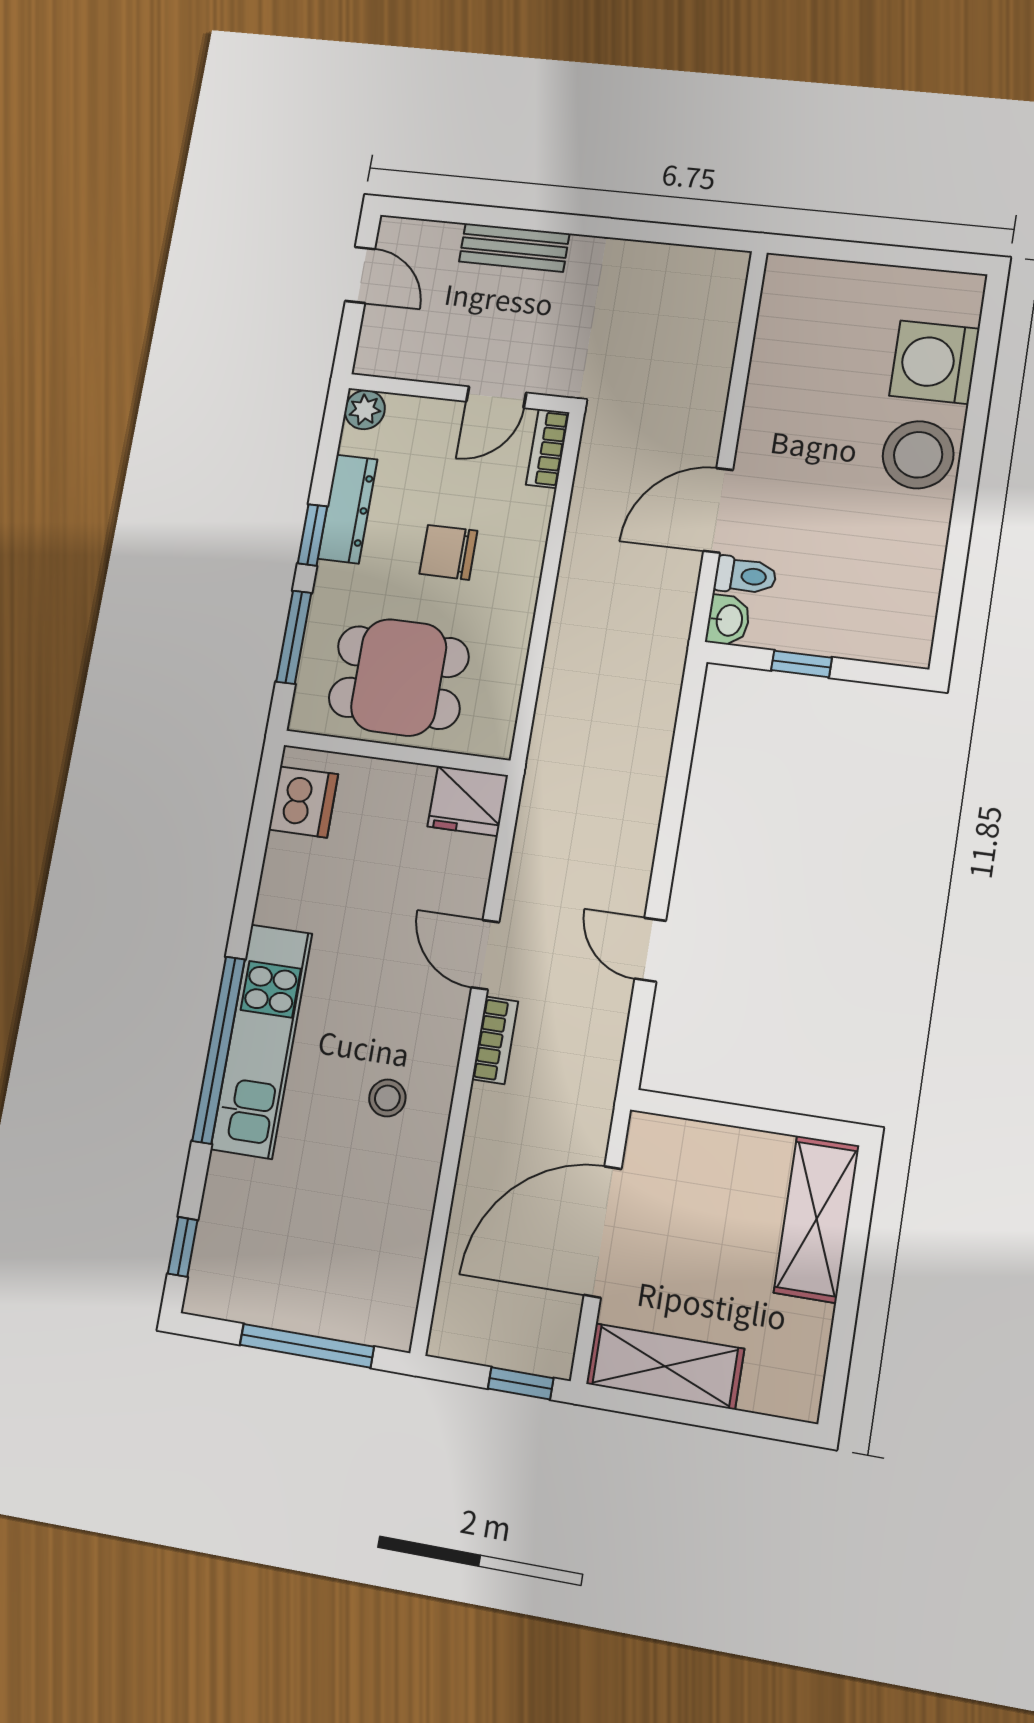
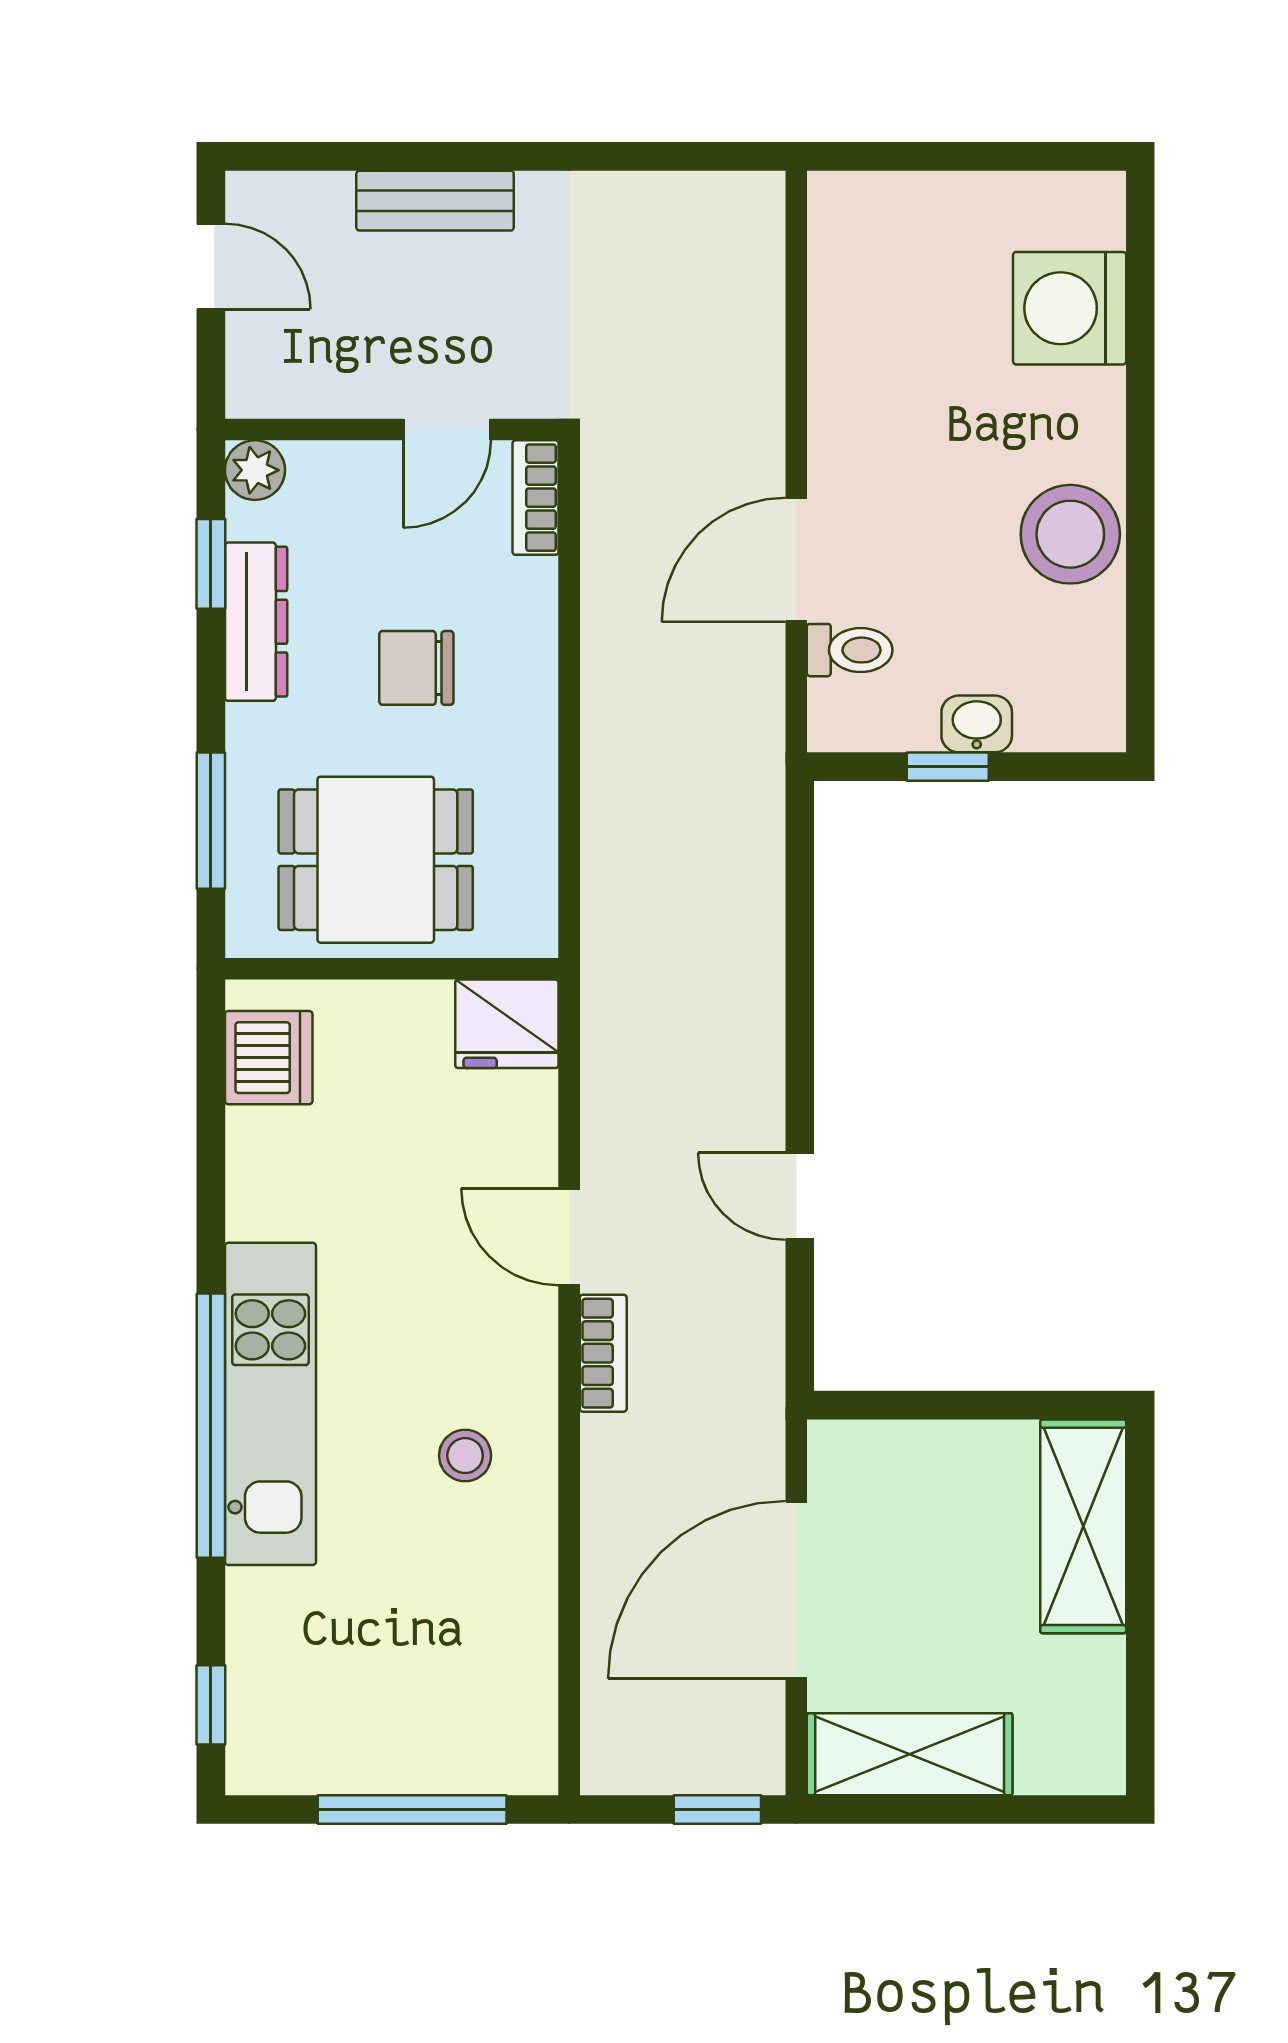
stool: (918, 455) -> (1070, 534), moved
window: (313, 535) -> (211, 564), moved
washbasin: (728, 620) -> (977, 724), moved, turned -90

